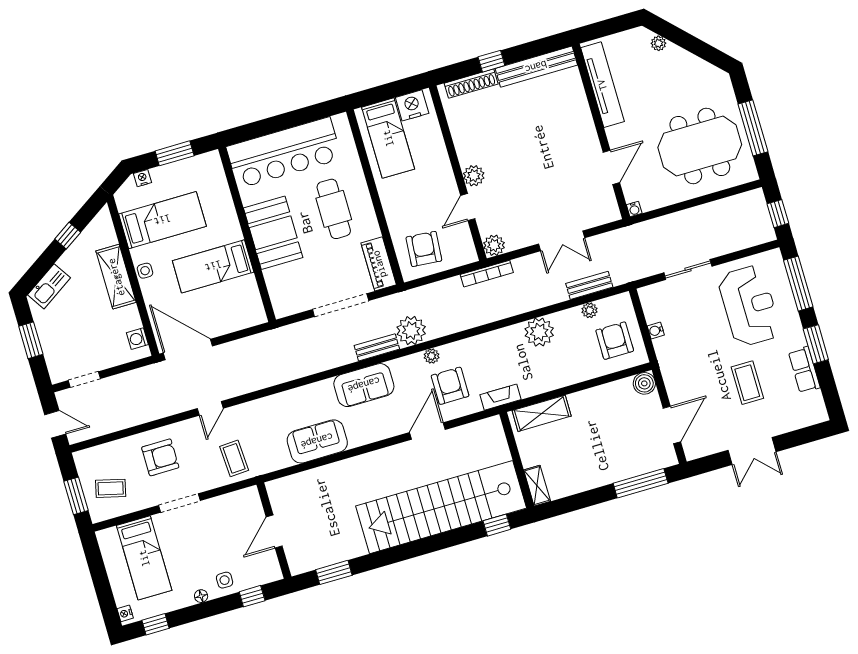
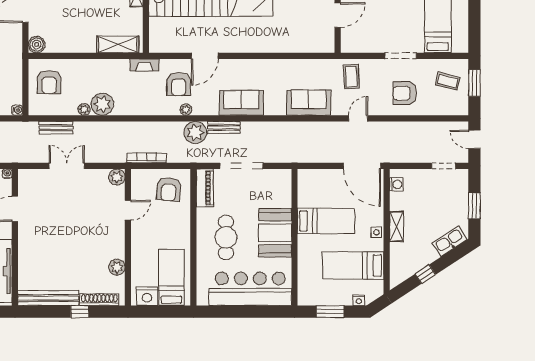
plant: (474, 176) -> (117, 267), moved
bookcase: (487, 274) -> (147, 158), moved
shelving: (116, 277) -> (397, 226), width x0.67, depth x0.75
plant: (590, 310) -> (84, 109), moved
water cooler: (656, 331) -> (17, 110), moved
sofa: (317, 441) -> (309, 103), moved, turned 180

